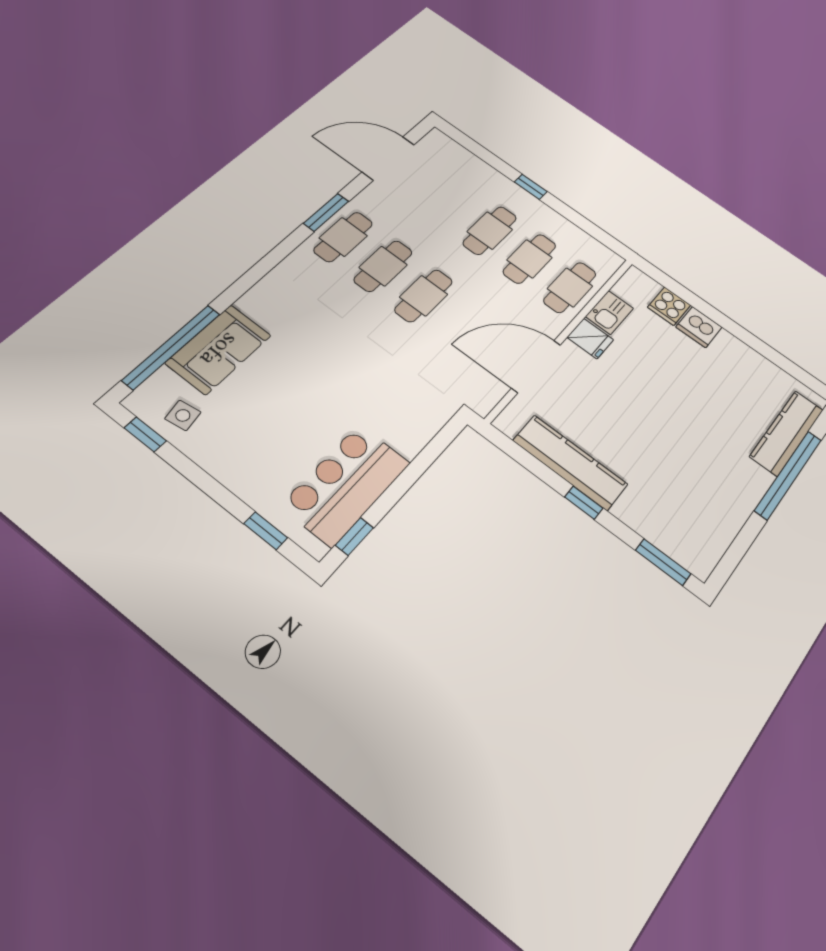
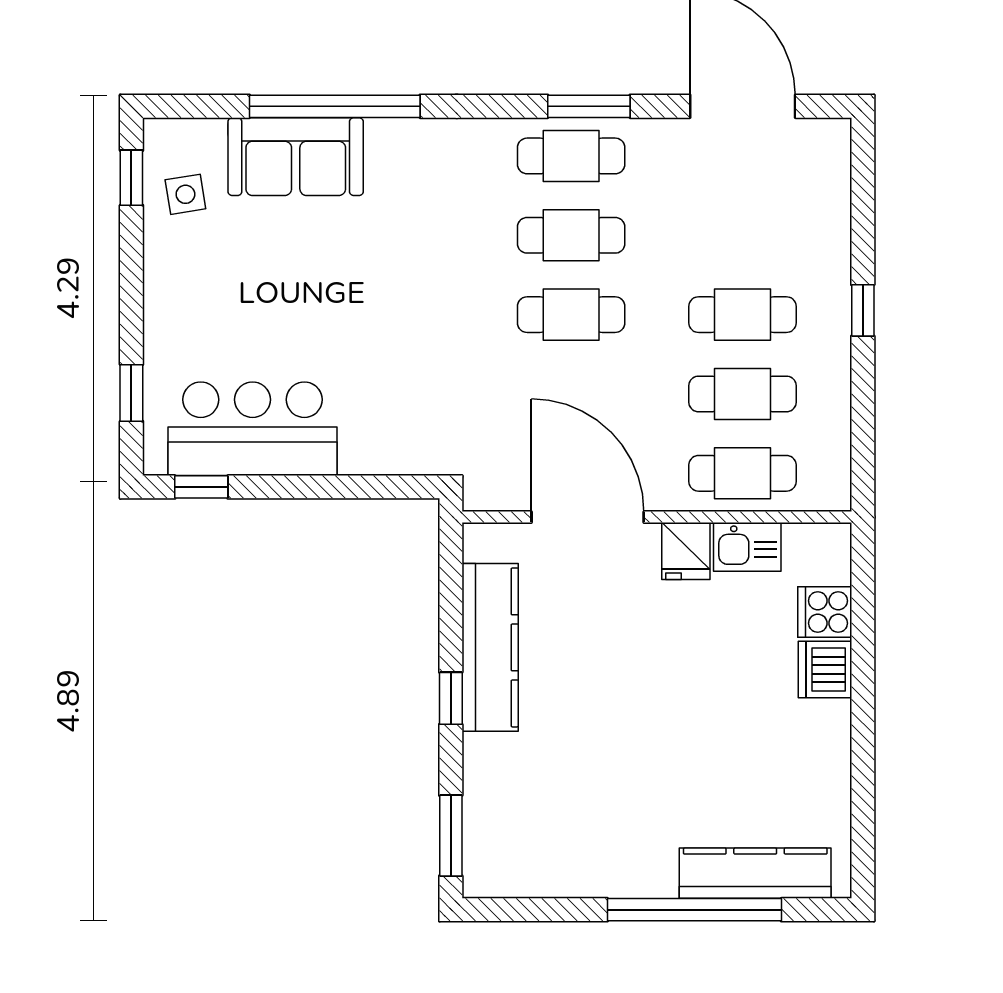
window: (171, 347) -> (335, 106), moved

